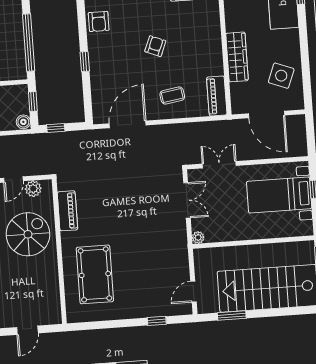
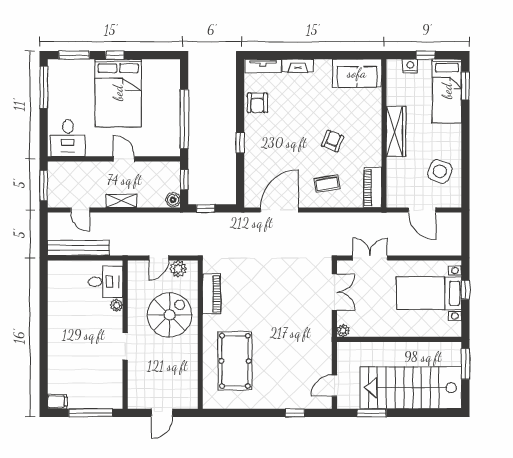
armchair: (155, 46) -> (333, 141), moved
wardrobe: (237, 57) -> (396, 132), moved
door: (267, 114) -> (422, 210), width x0.73

